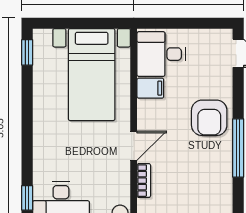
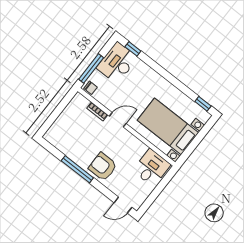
filing cabinet: (150, 88) -> (139, 150), removed
door: (134, 146) -> (118, 120), swing flipped

